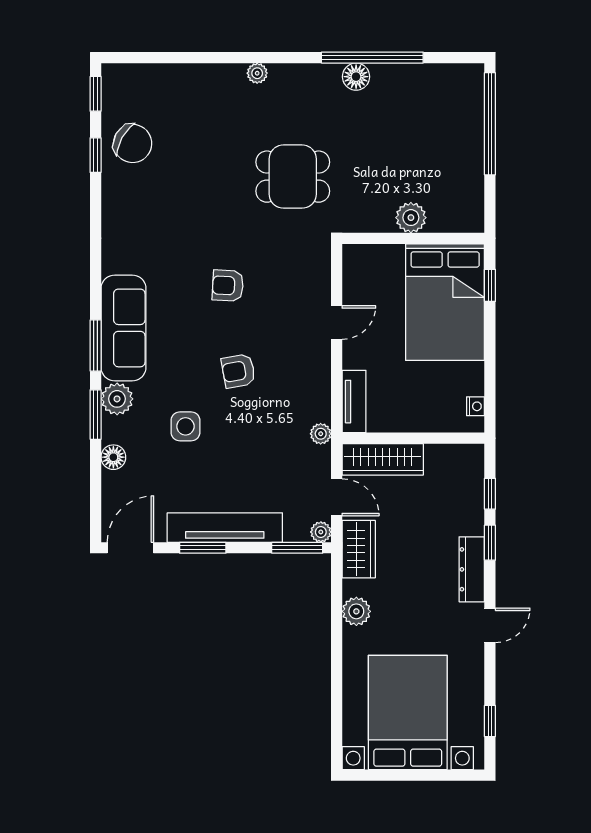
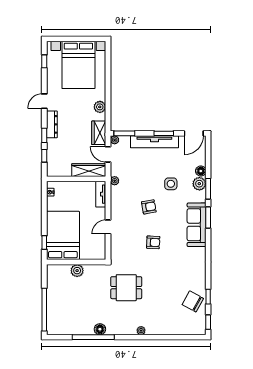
plant: (117, 399) -> (199, 184), moved

